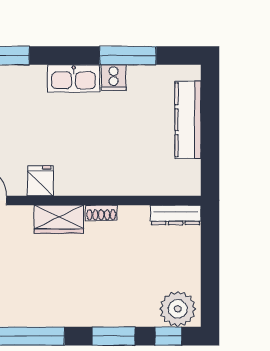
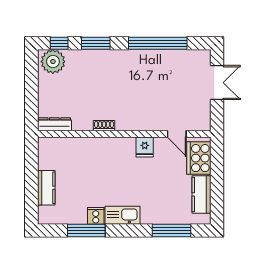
kitchen counter: (188, 120) -> (46, 188), width x0.67
wardrobe: (59, 219) -> (132, 121), removed

